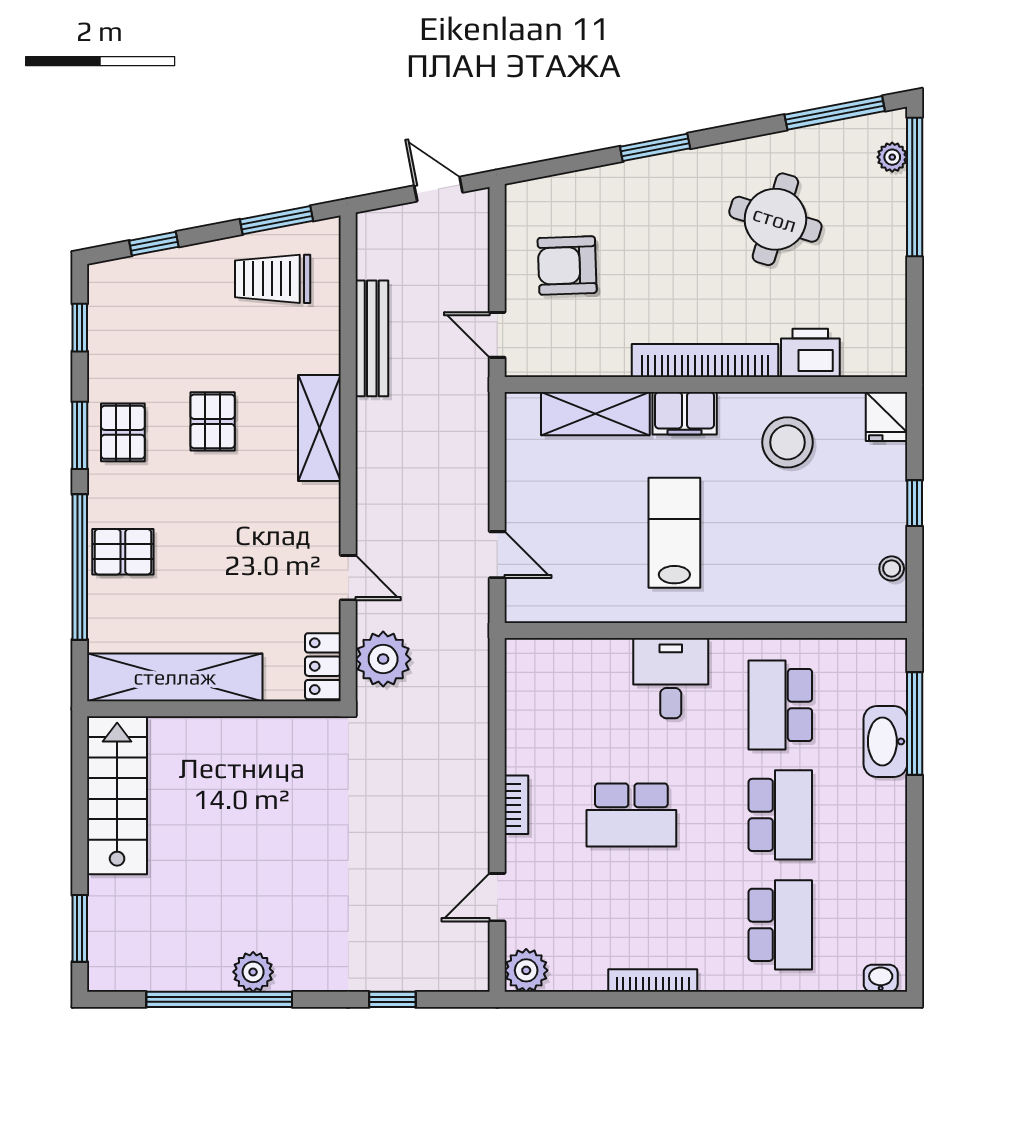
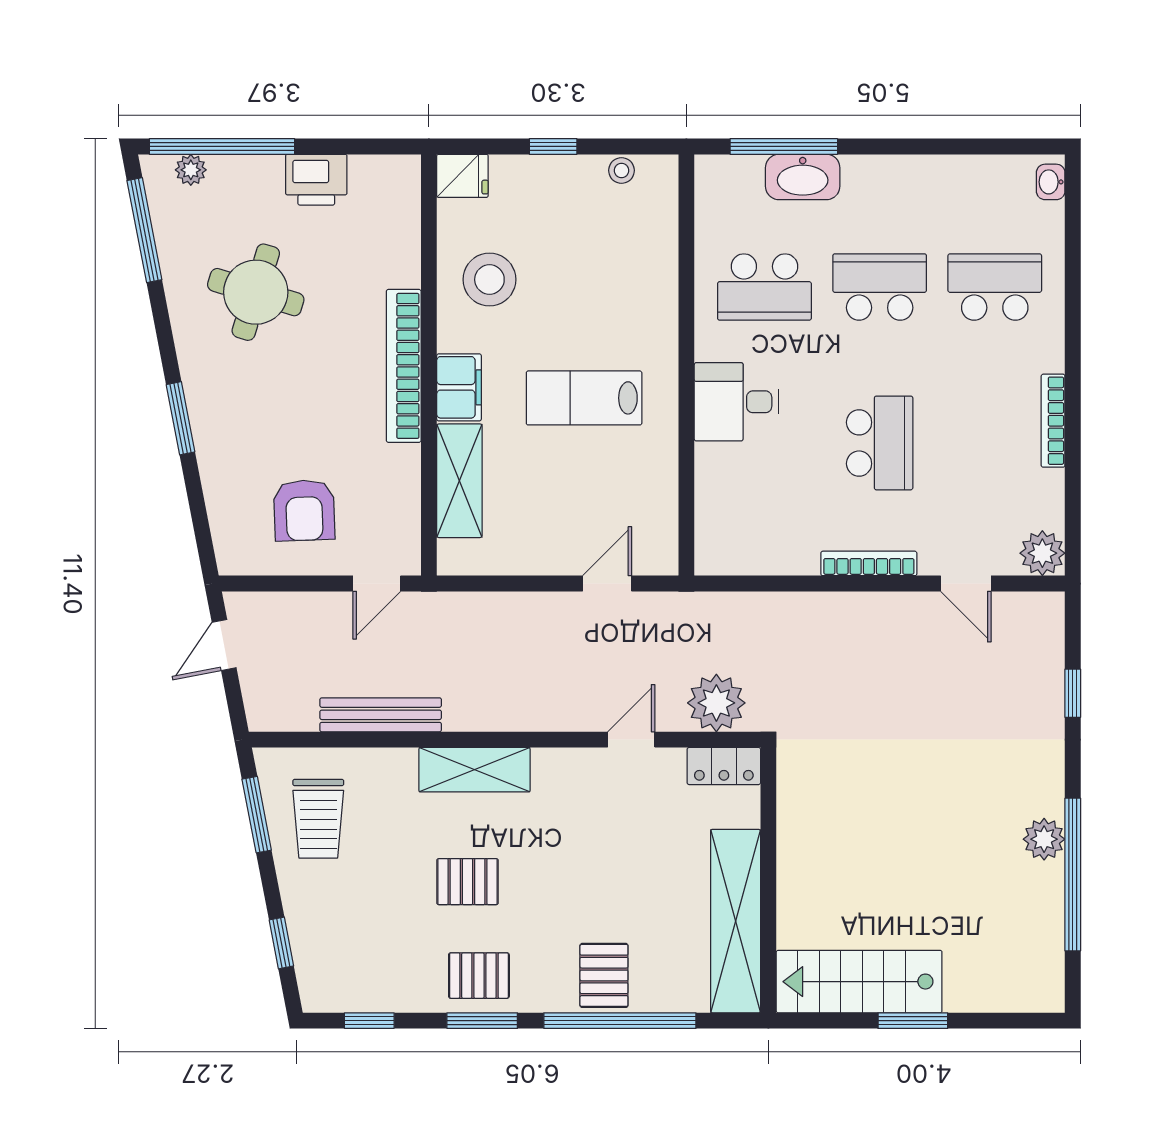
printer: (810, 353) -> (316, 180), moved, turned -90
bookcase: (516, 805) -> (869, 563), width x1.56
window: (80, 928) -> (913, 1021), moved

